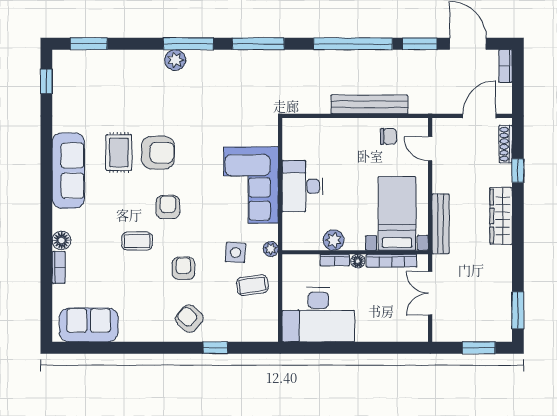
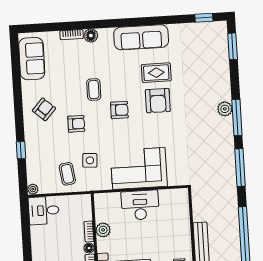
plant: (271, 249) -> (33, 189), moved
desk: (318, 315) -> (44, 210), width x0.53, depth x0.77
armchair: (189, 319) -> (44, 109), moved

